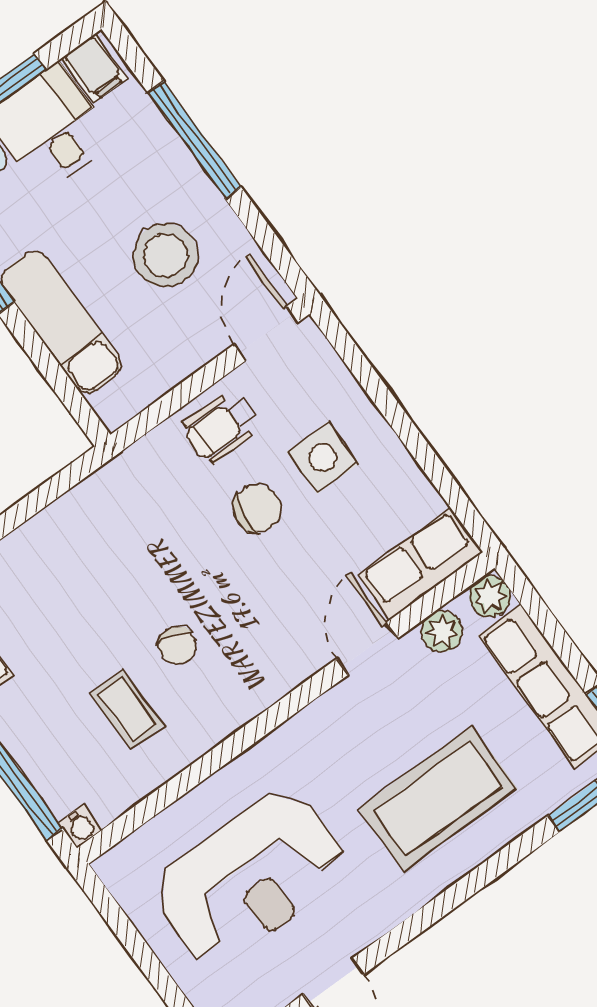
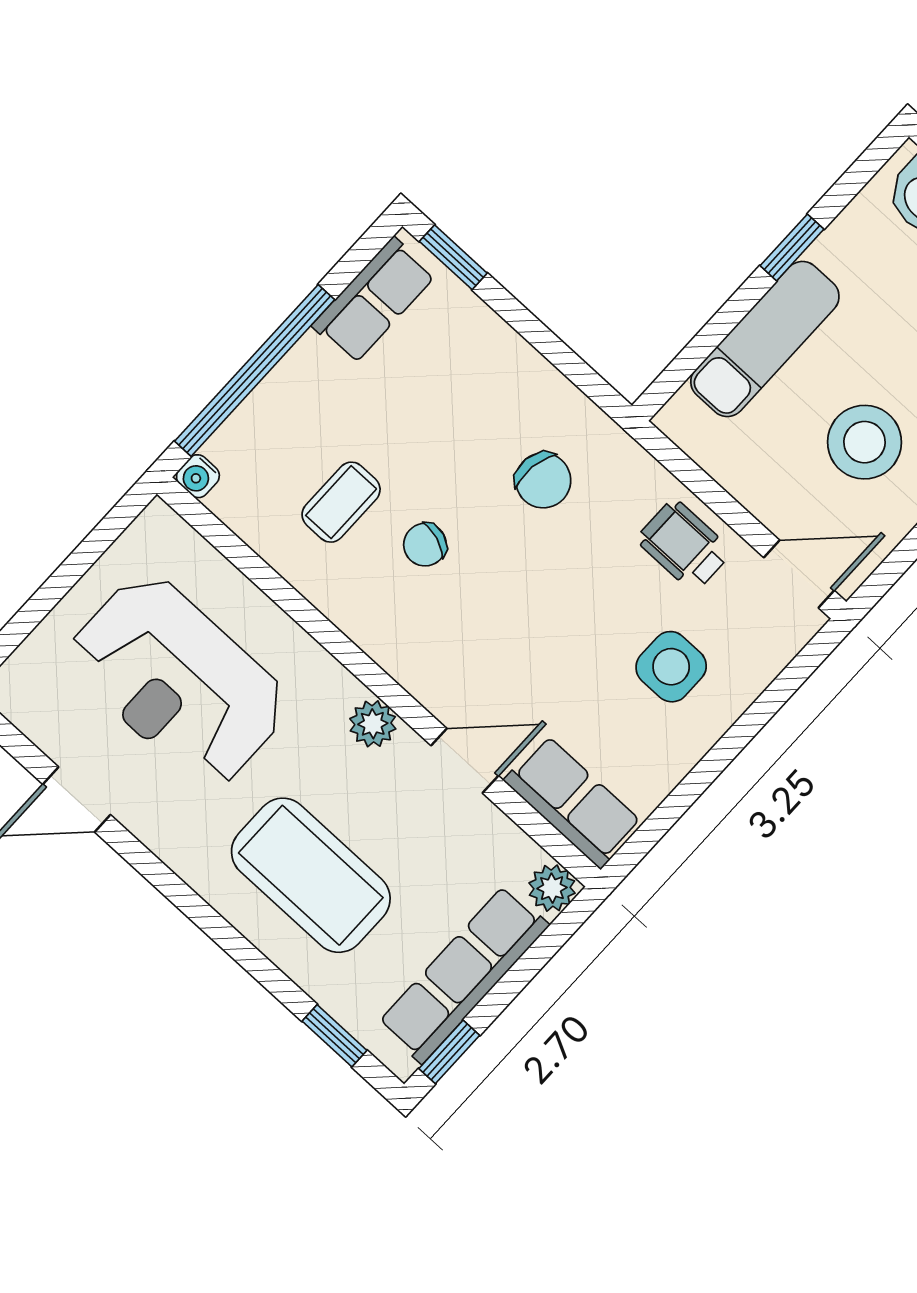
chair: (257, 509) -> (543, 480), moved
plant: (442, 632) -> (373, 724), moved

